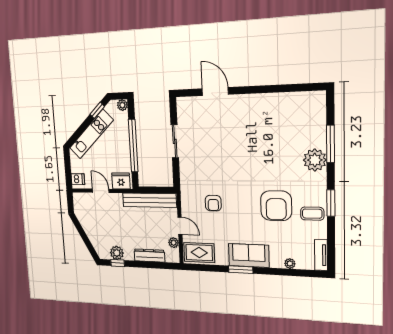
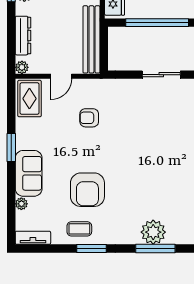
plant: (315, 160) -> (153, 232), moved
armchair: (276, 206) -> (87, 190), turned -90
coffee table: (312, 214) -> (79, 229), turned 90
plant: (174, 243) -> (22, 67), moved
sofa: (249, 255) -> (29, 173), moved

